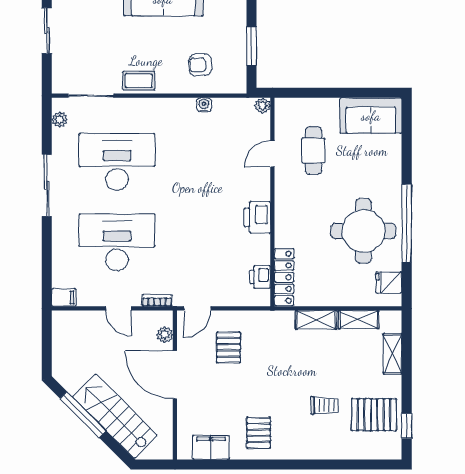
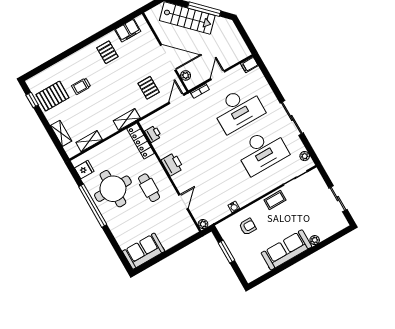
cafe table: (313, 151) -> (149, 188), moved
door: (118, 308) -> (218, 75), hinge flipped
shelving: (316, 320) -> (127, 119), moved

